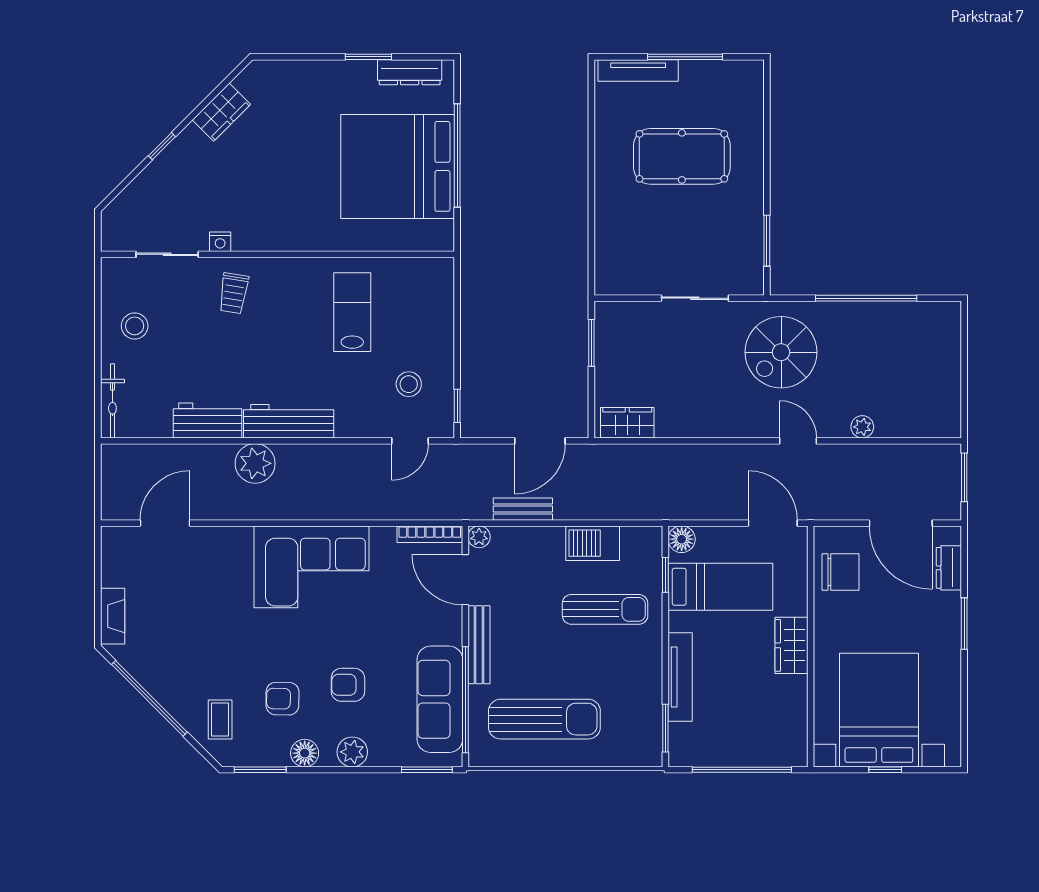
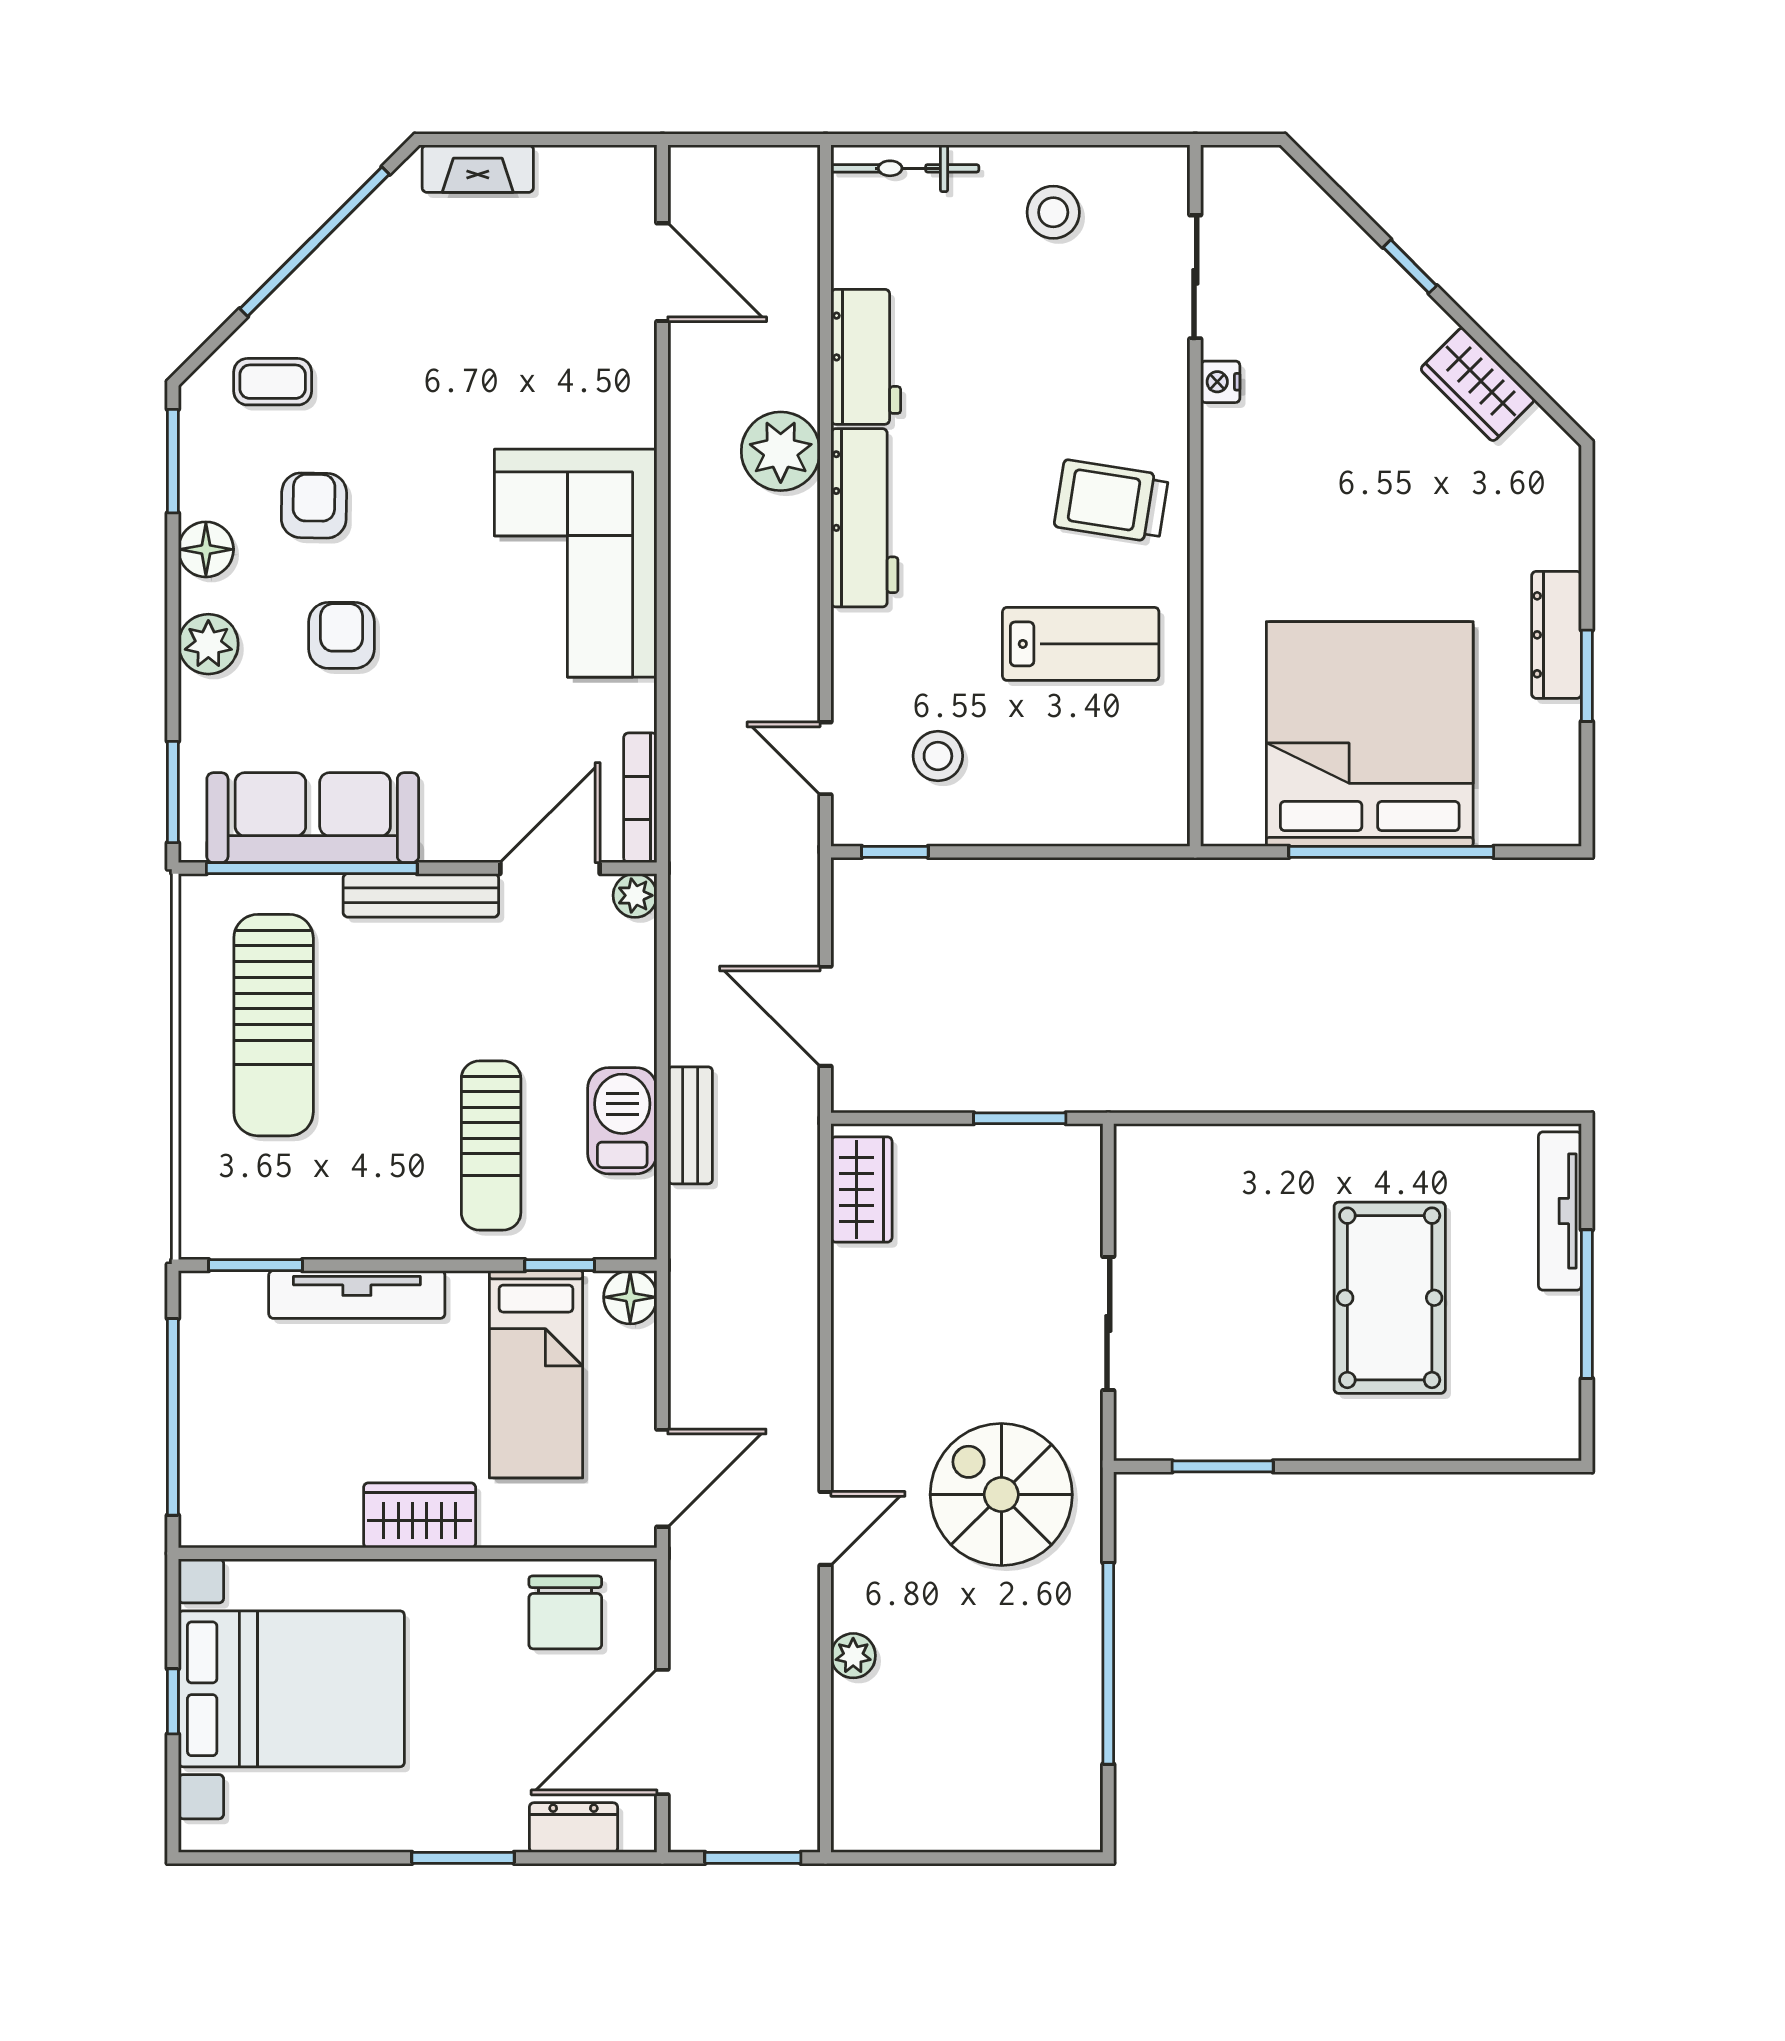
dresser: (410, 72) -> (1557, 635), moved
trolley: (234, 293) -> (1111, 501), moved, width x1.36, depth x1.39
bench: (523, 509) -> (690, 1125), moved

